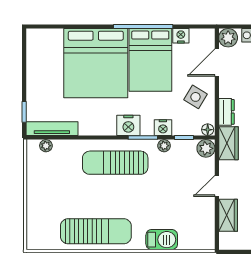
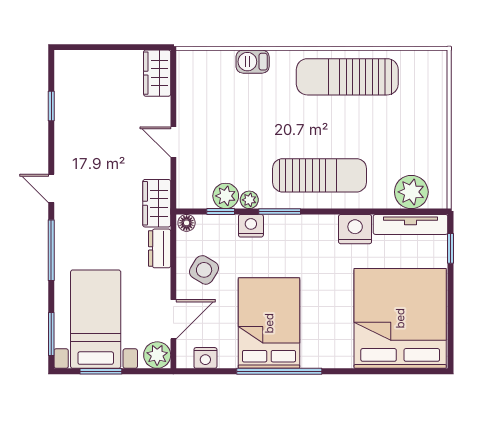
nightstand: (181, 36) -> (205, 358), moved
bed: (96, 63) -> (400, 318), moved
nightstand: (128, 125) -> (355, 229), moved
plant: (46, 146) -> (411, 192), width x1.88, depth x1.88
plant: (206, 148) -> (226, 196), moved
door: (217, 186) -> (173, 142), swing flipped
wardrobe: (228, 215) -> (157, 73), moved
barbecue: (162, 240) -> (253, 62), width x0.73, depth x0.79

